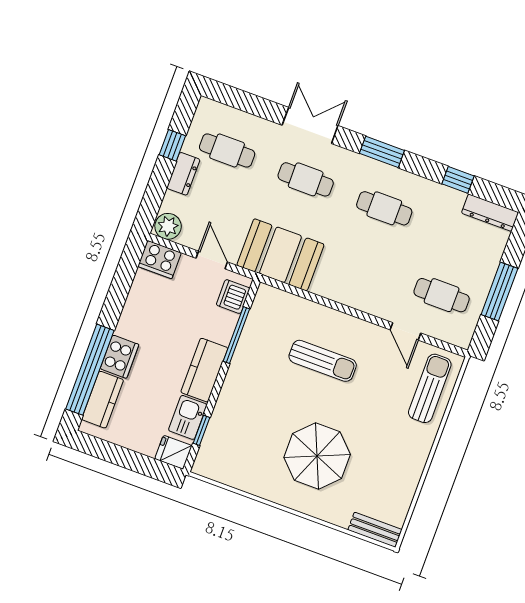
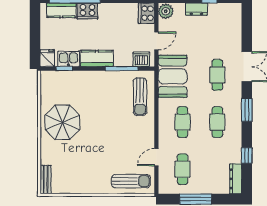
cafe table: (227, 150) -> (183, 122), moved
sun lounger: (323, 361) -> (140, 97), moved
parasol: (317, 456) -> (62, 122), moved

